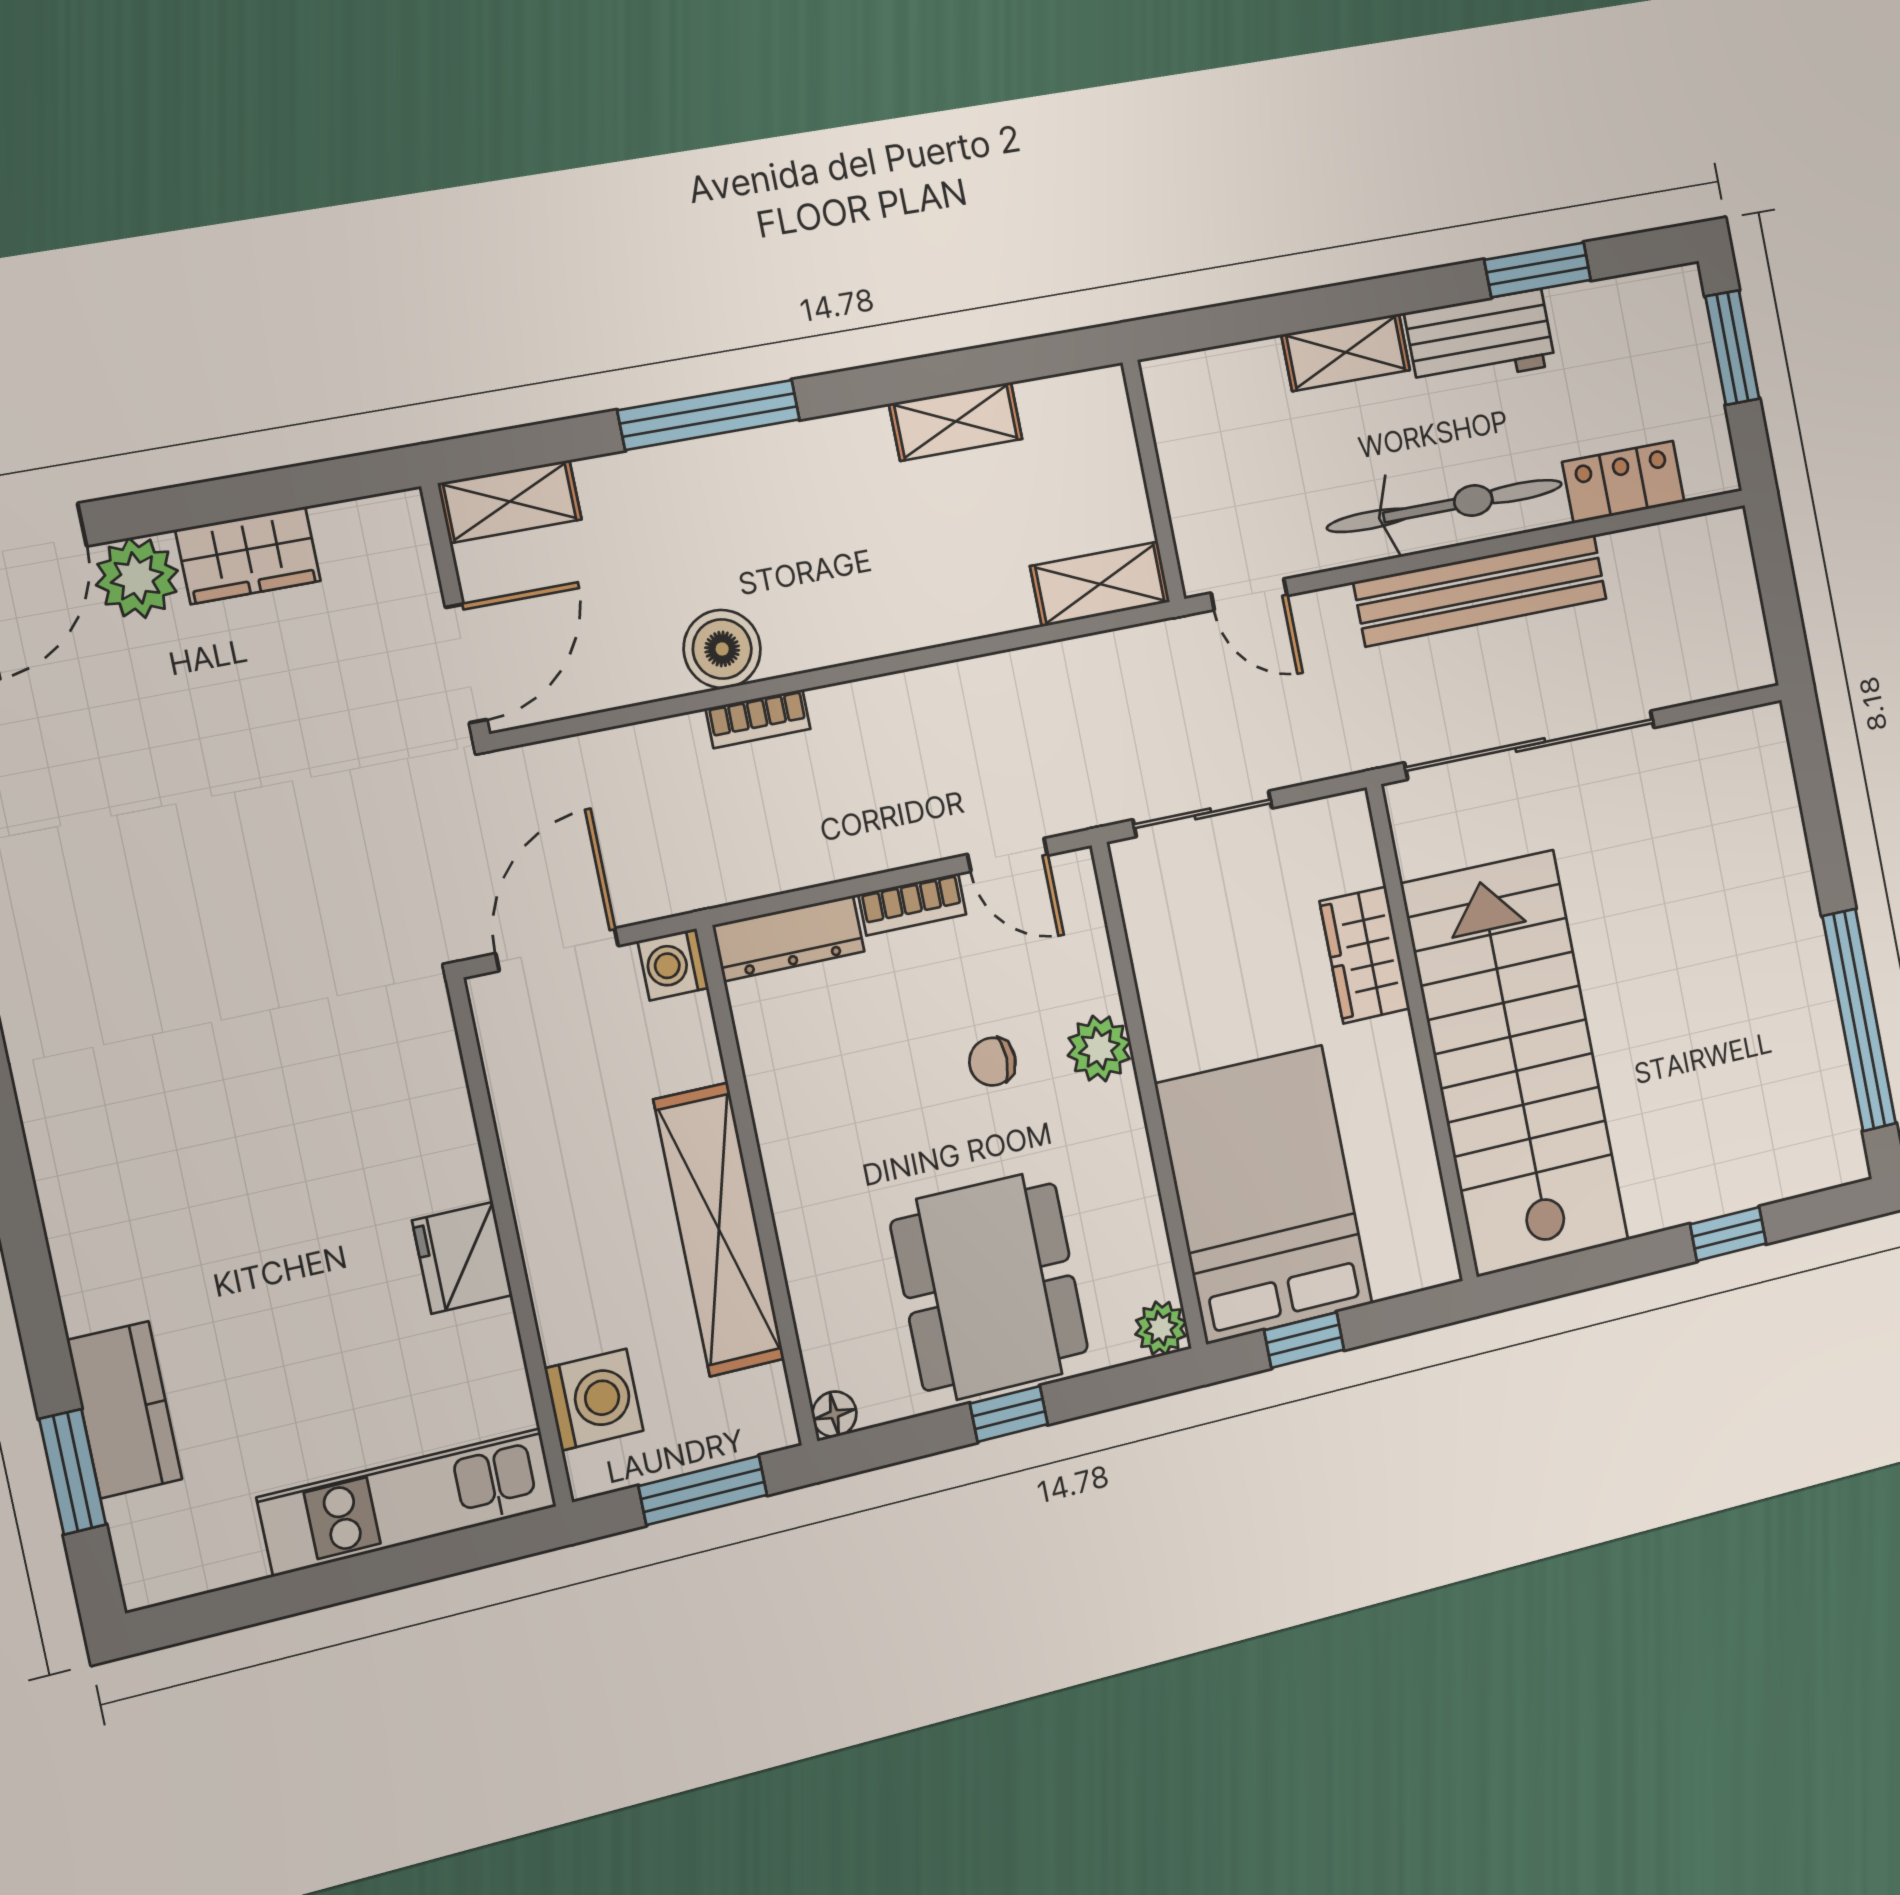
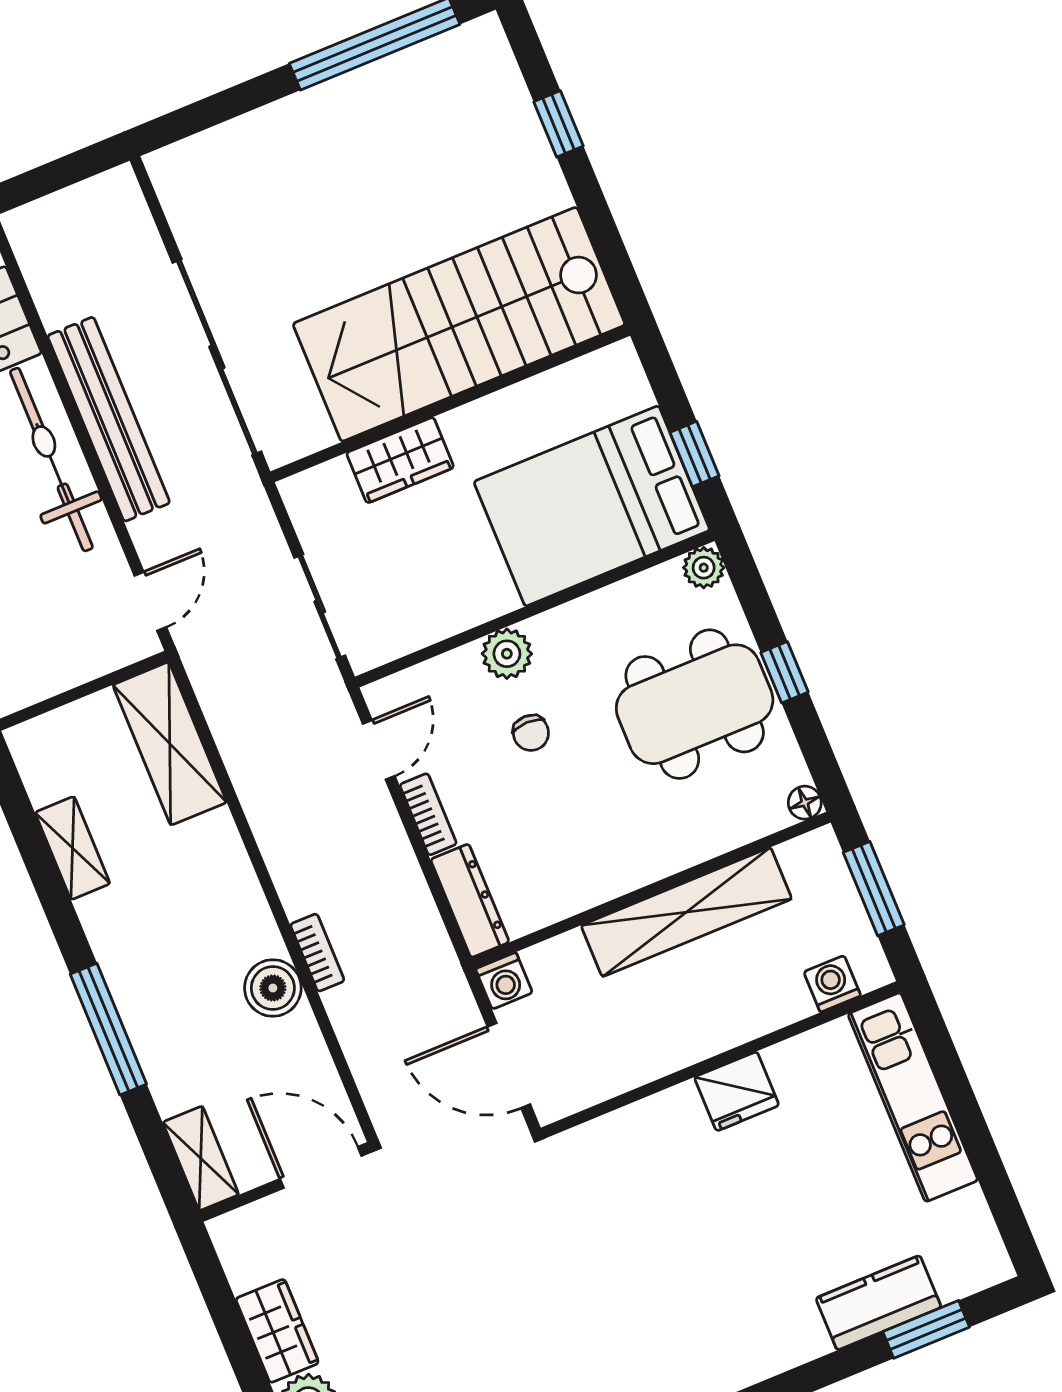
shelving: (1100, 584) -> (170, 744), width x1.50, depth x1.33
washing machine: (594, 1400) -> (832, 984), width x0.73, depth x0.73

